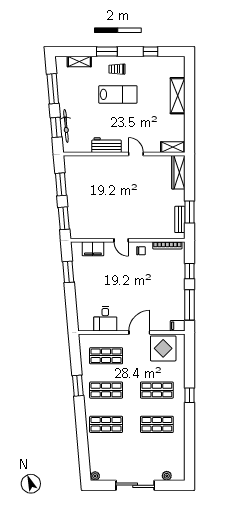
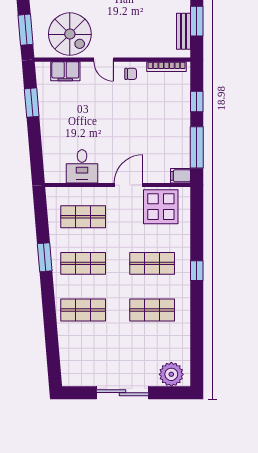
spiral stairs: (96, 222) -> (70, 34), added
plant: (95, 476) -> (68, 380), removed
plant: (167, 476) -> (171, 374), width x1.87, depth x1.87

